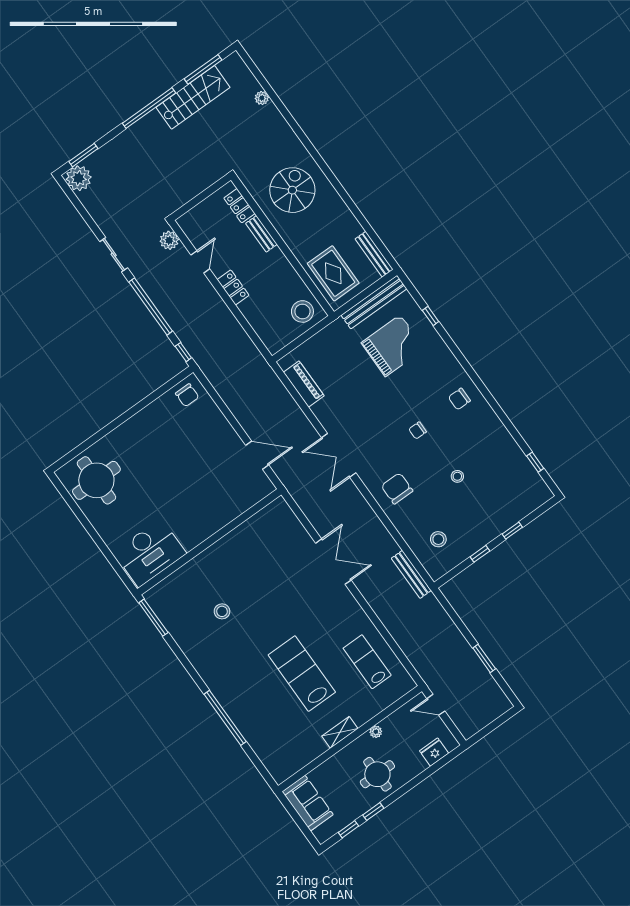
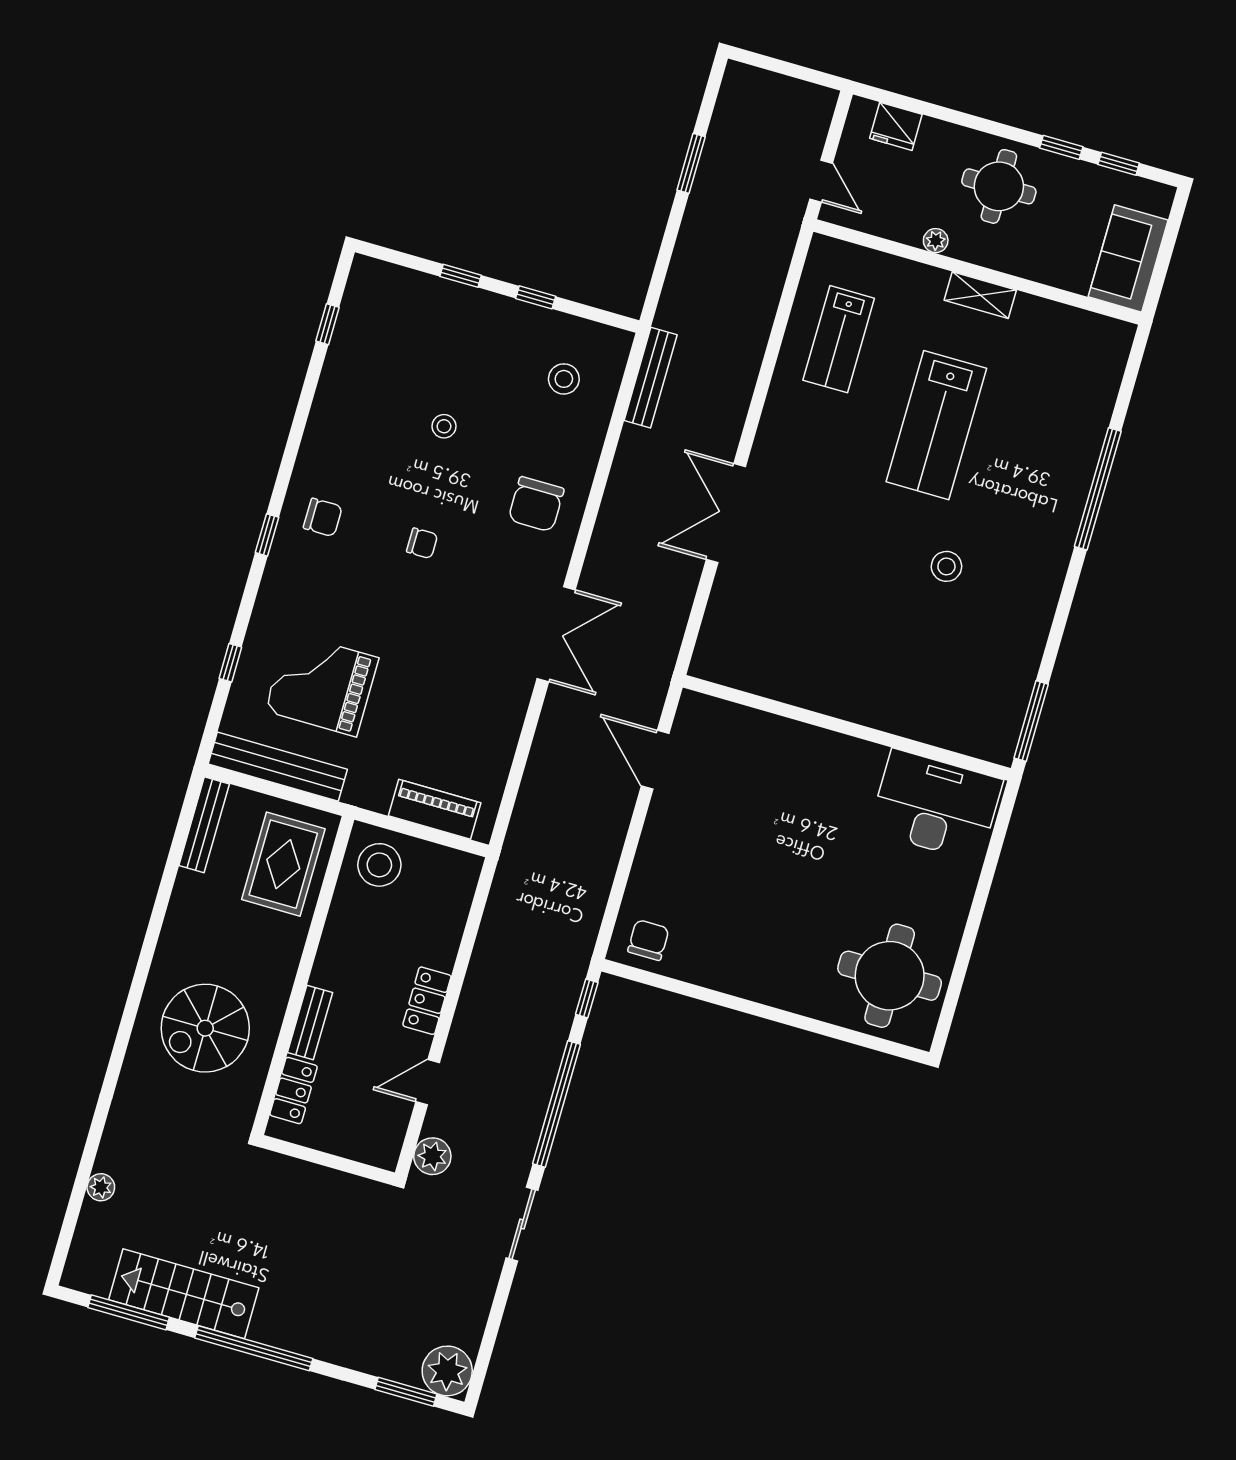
window: (470, 371) -> (267, 535), added
piano: (304, 384) -> (435, 809), moved, turned 90
stool: (222, 611) -> (946, 566), moved

